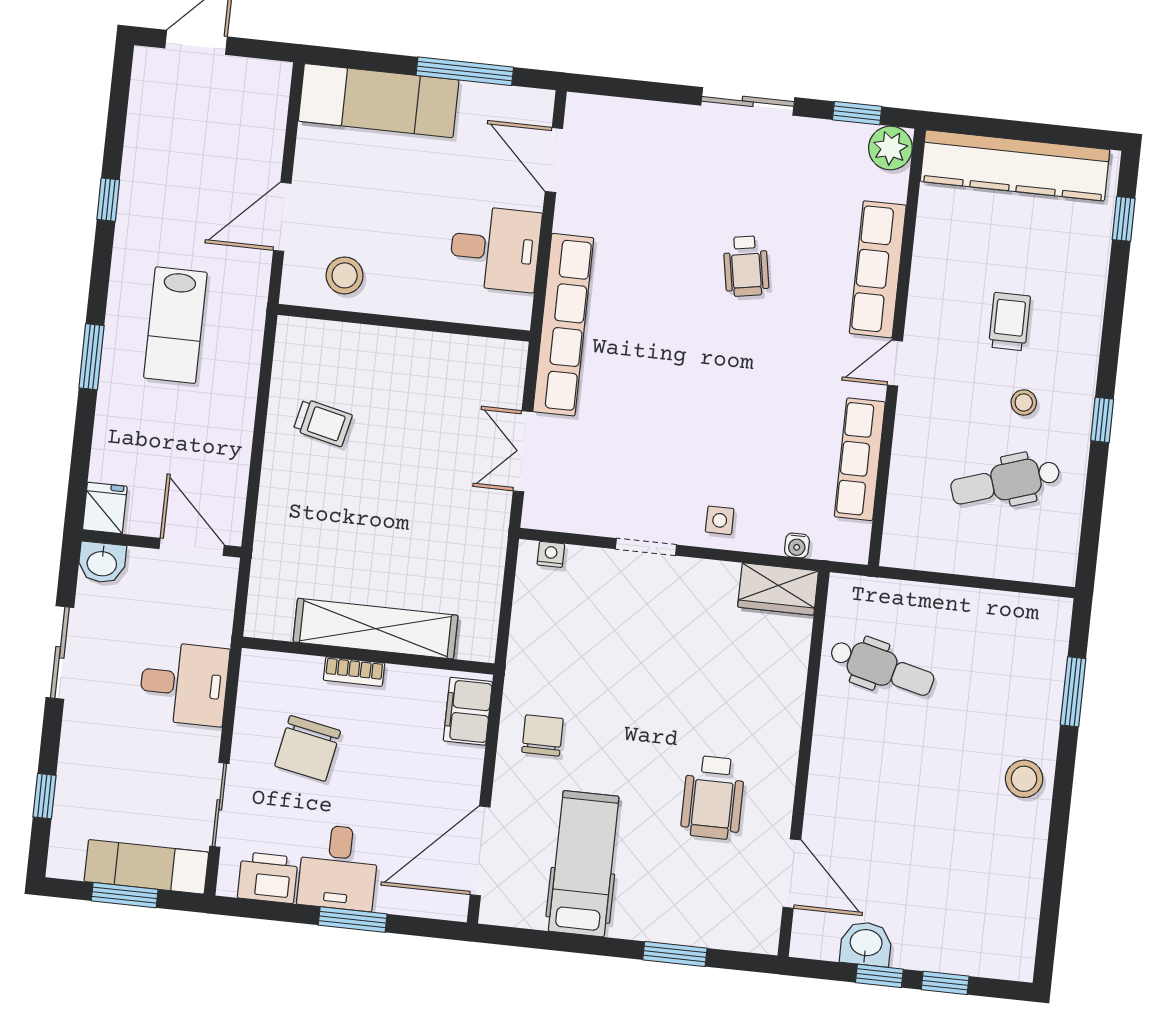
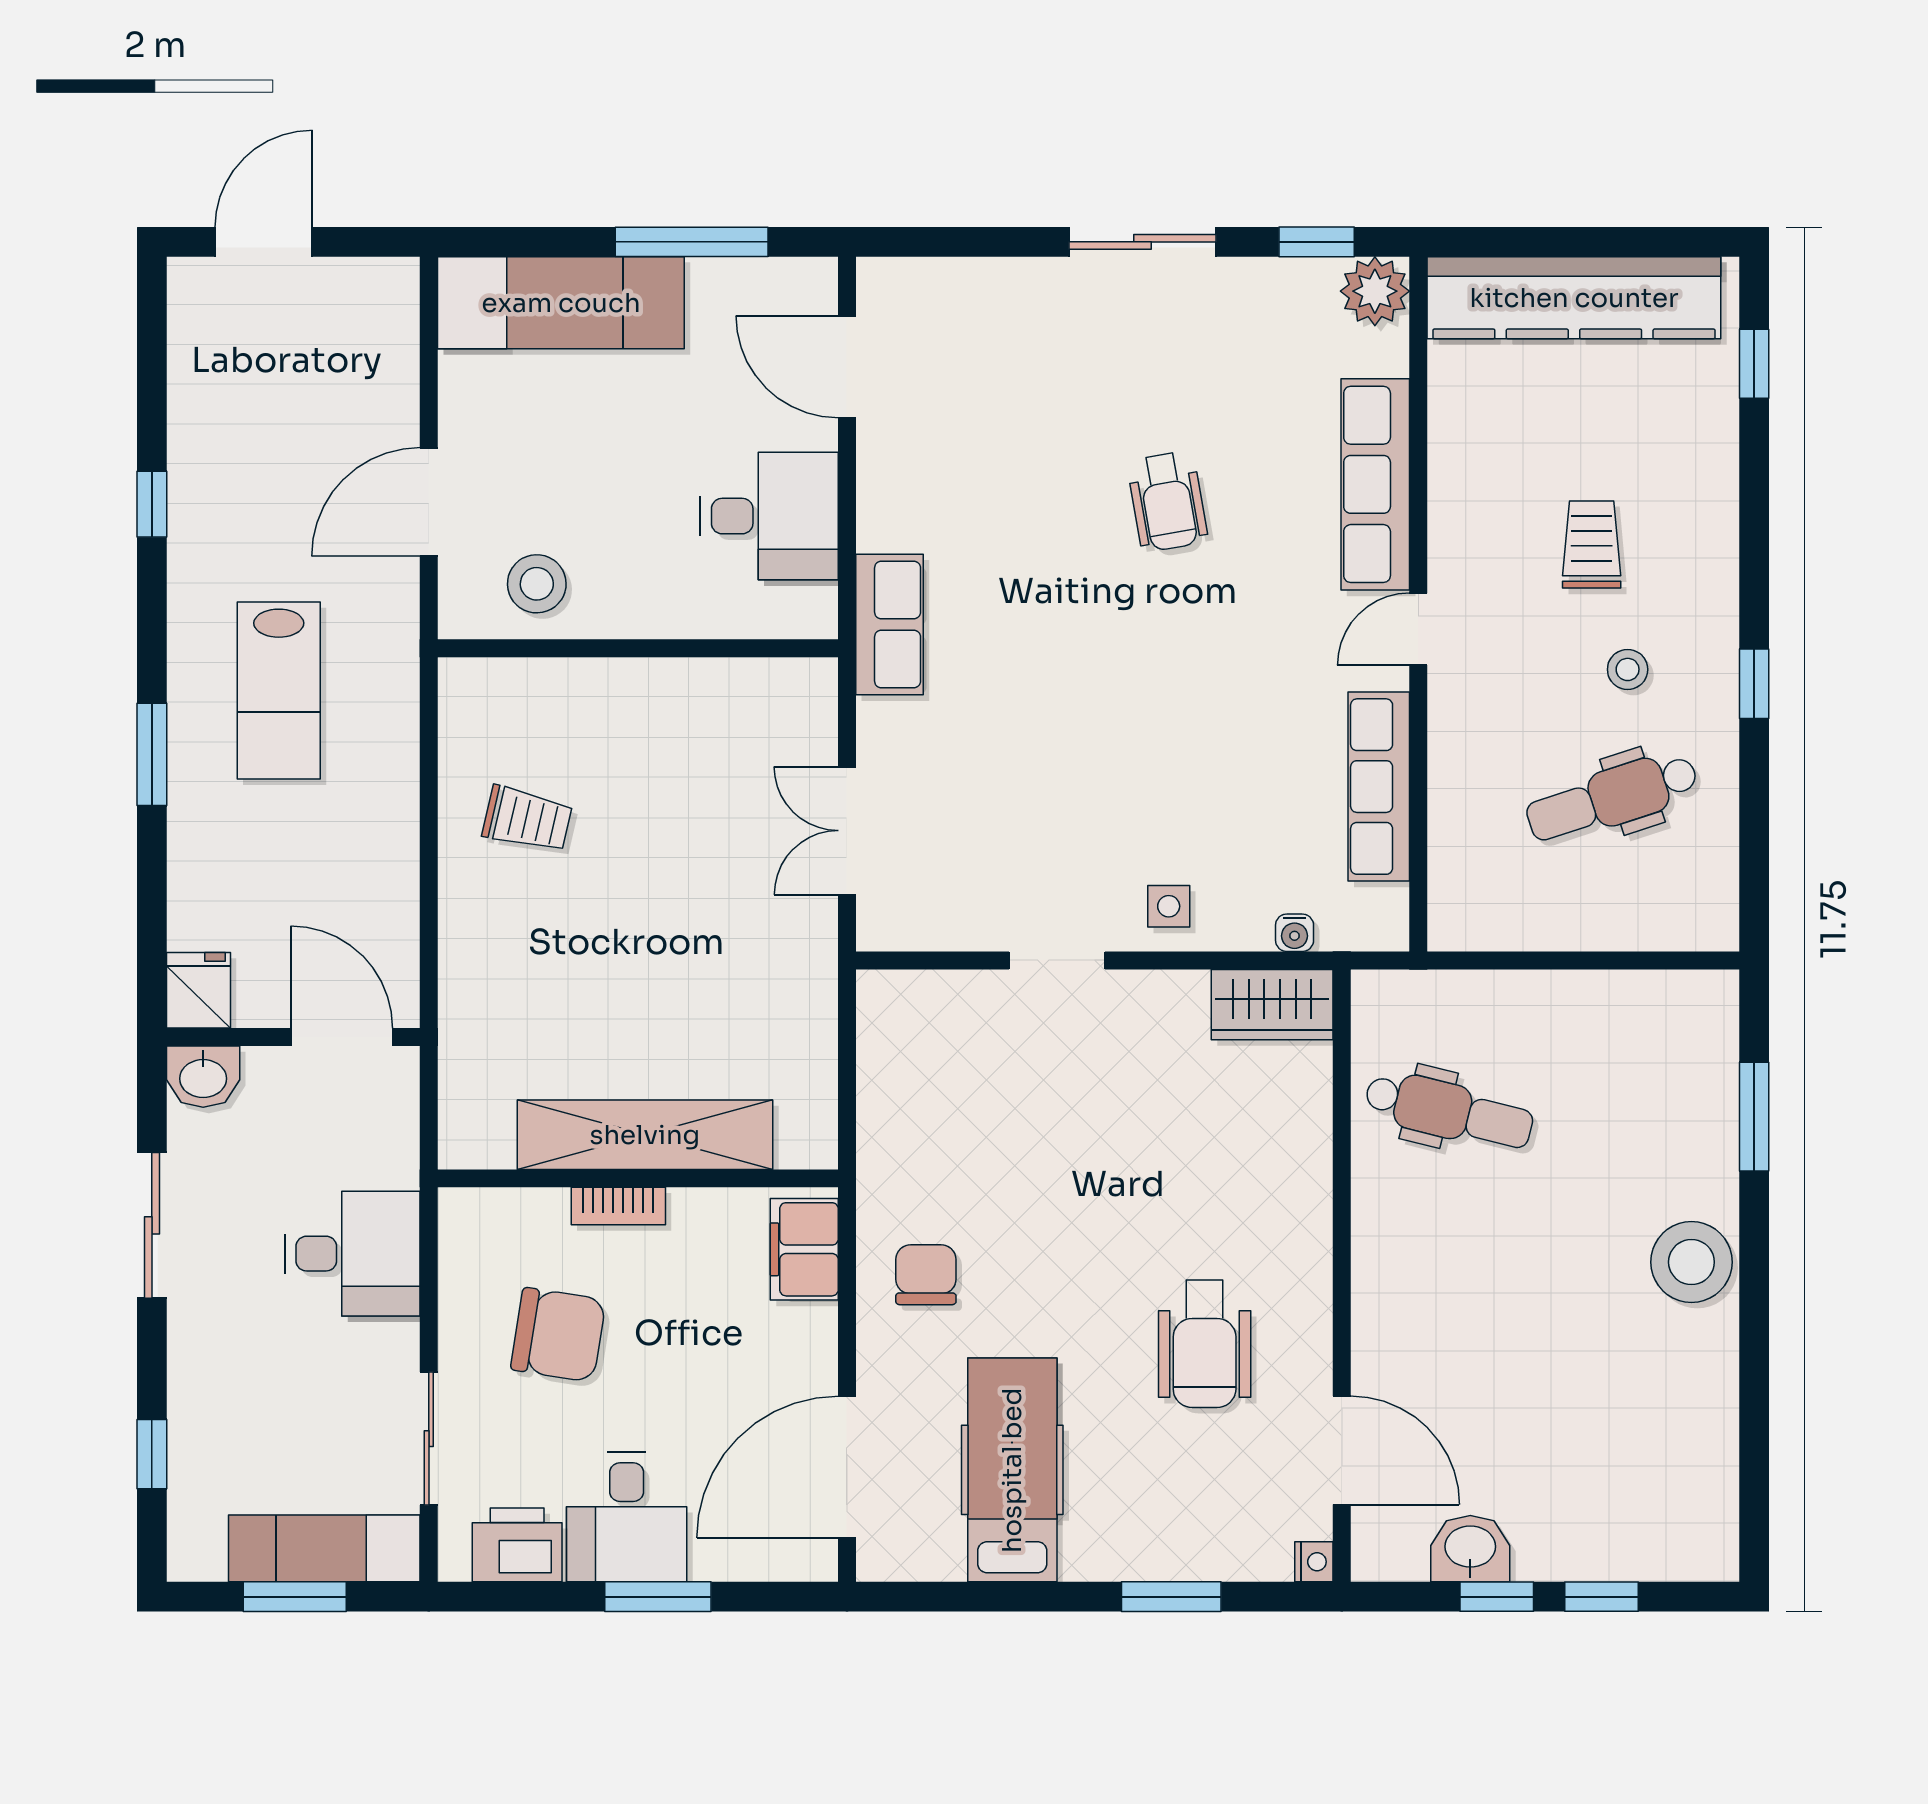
row of seats: (563, 325) -> (889, 625), width x0.50
nightstand: (551, 554) -> (1314, 1562), moved, turned 90
chair: (308, 748) -> (558, 1335), turned -92
stool: (1024, 779) -> (1691, 1262), width x1.38, depth x1.38

